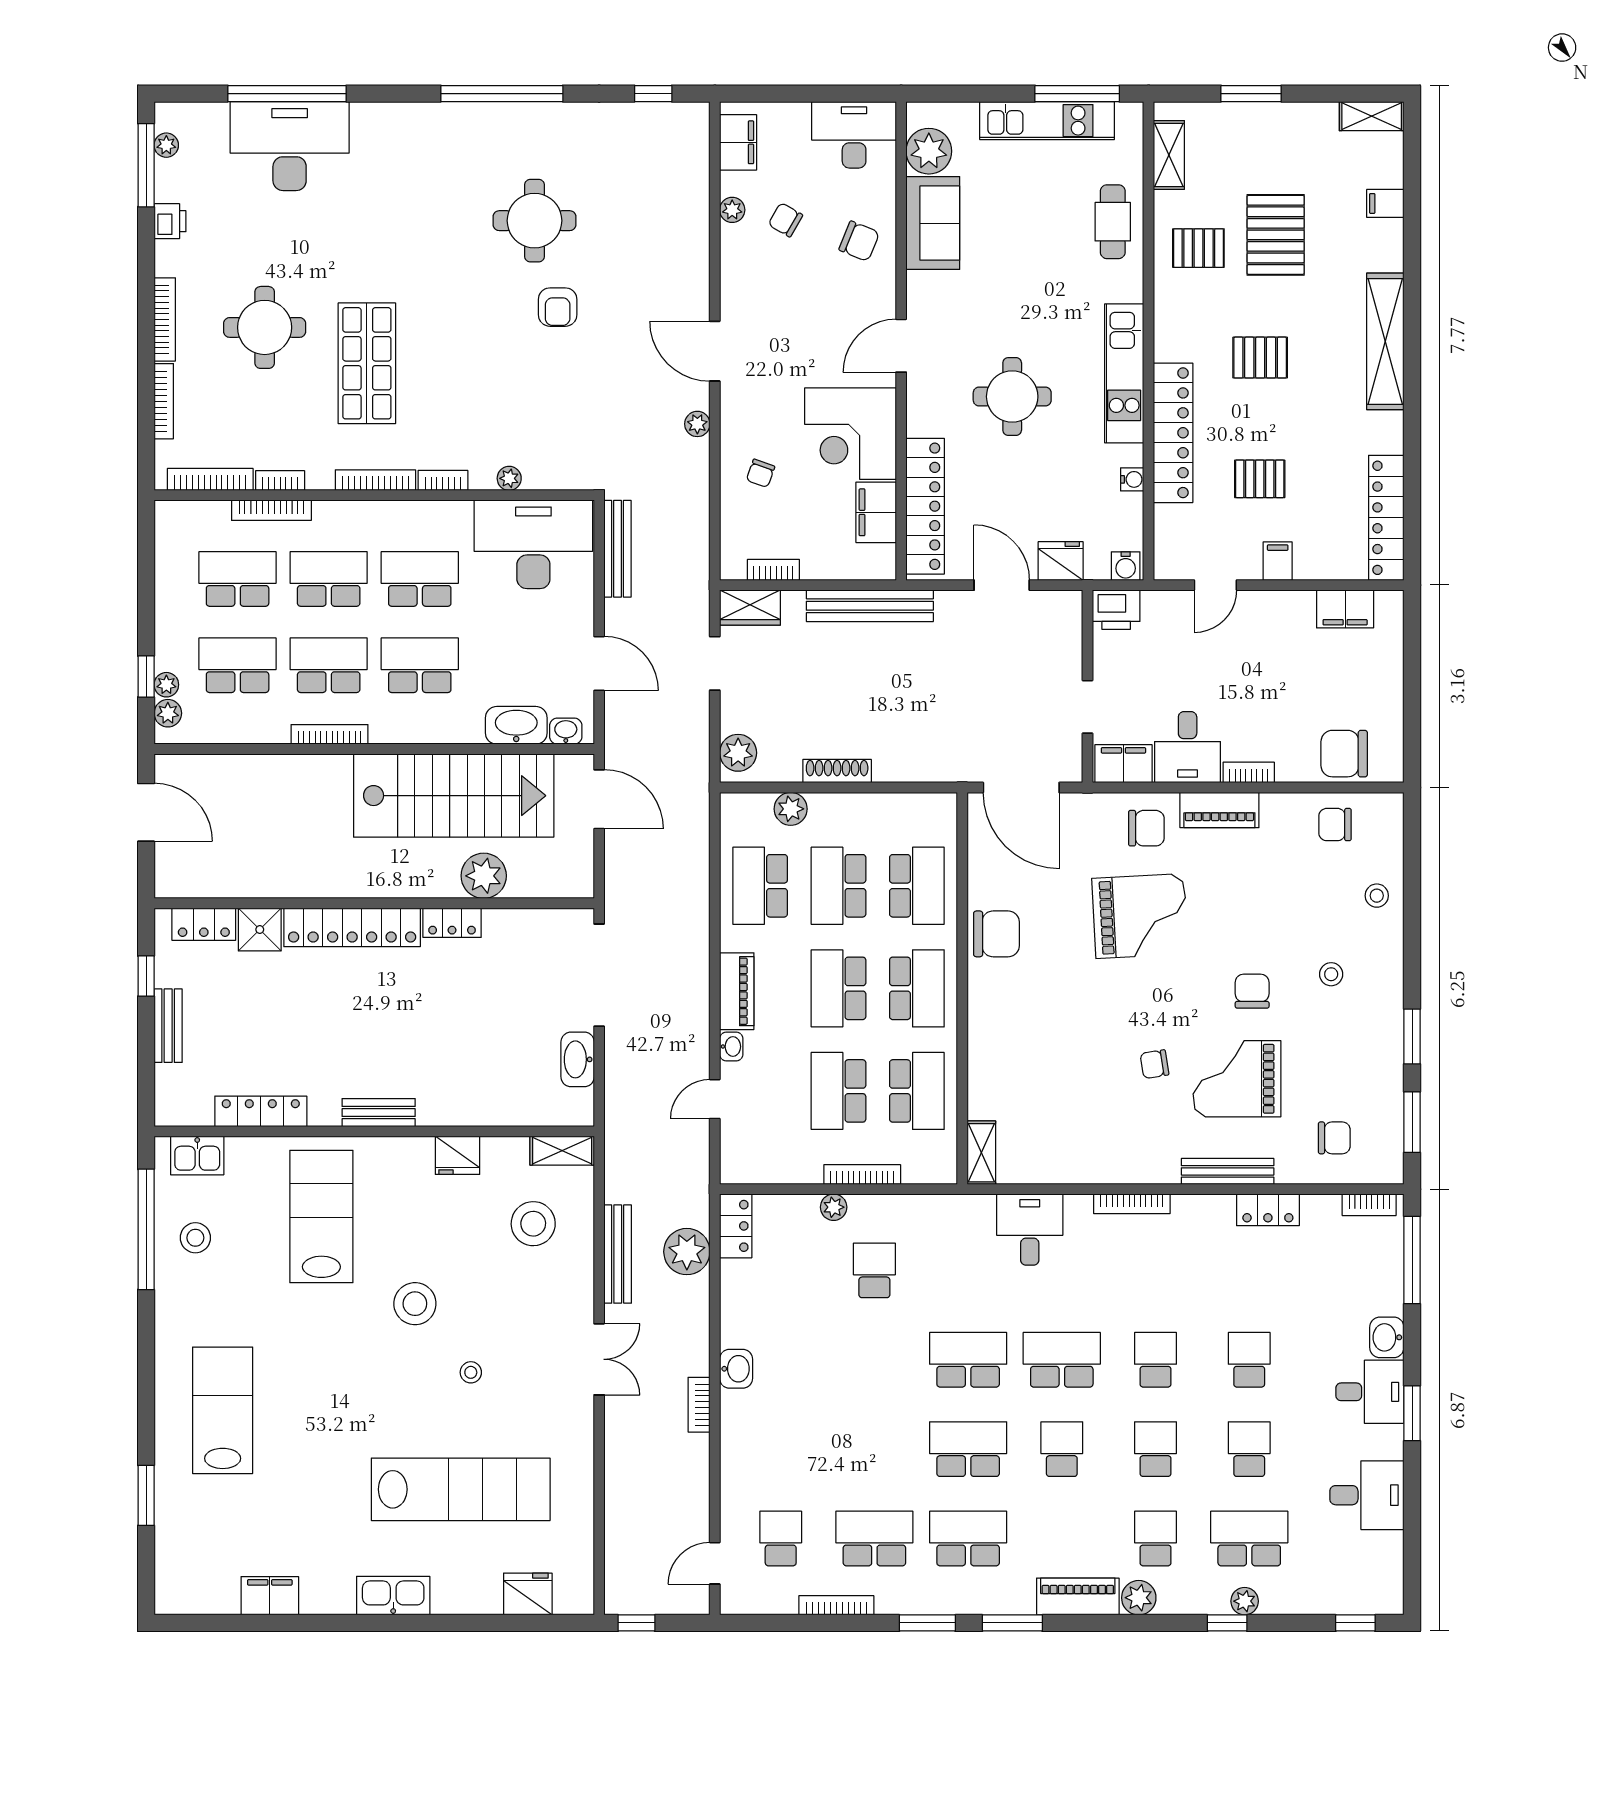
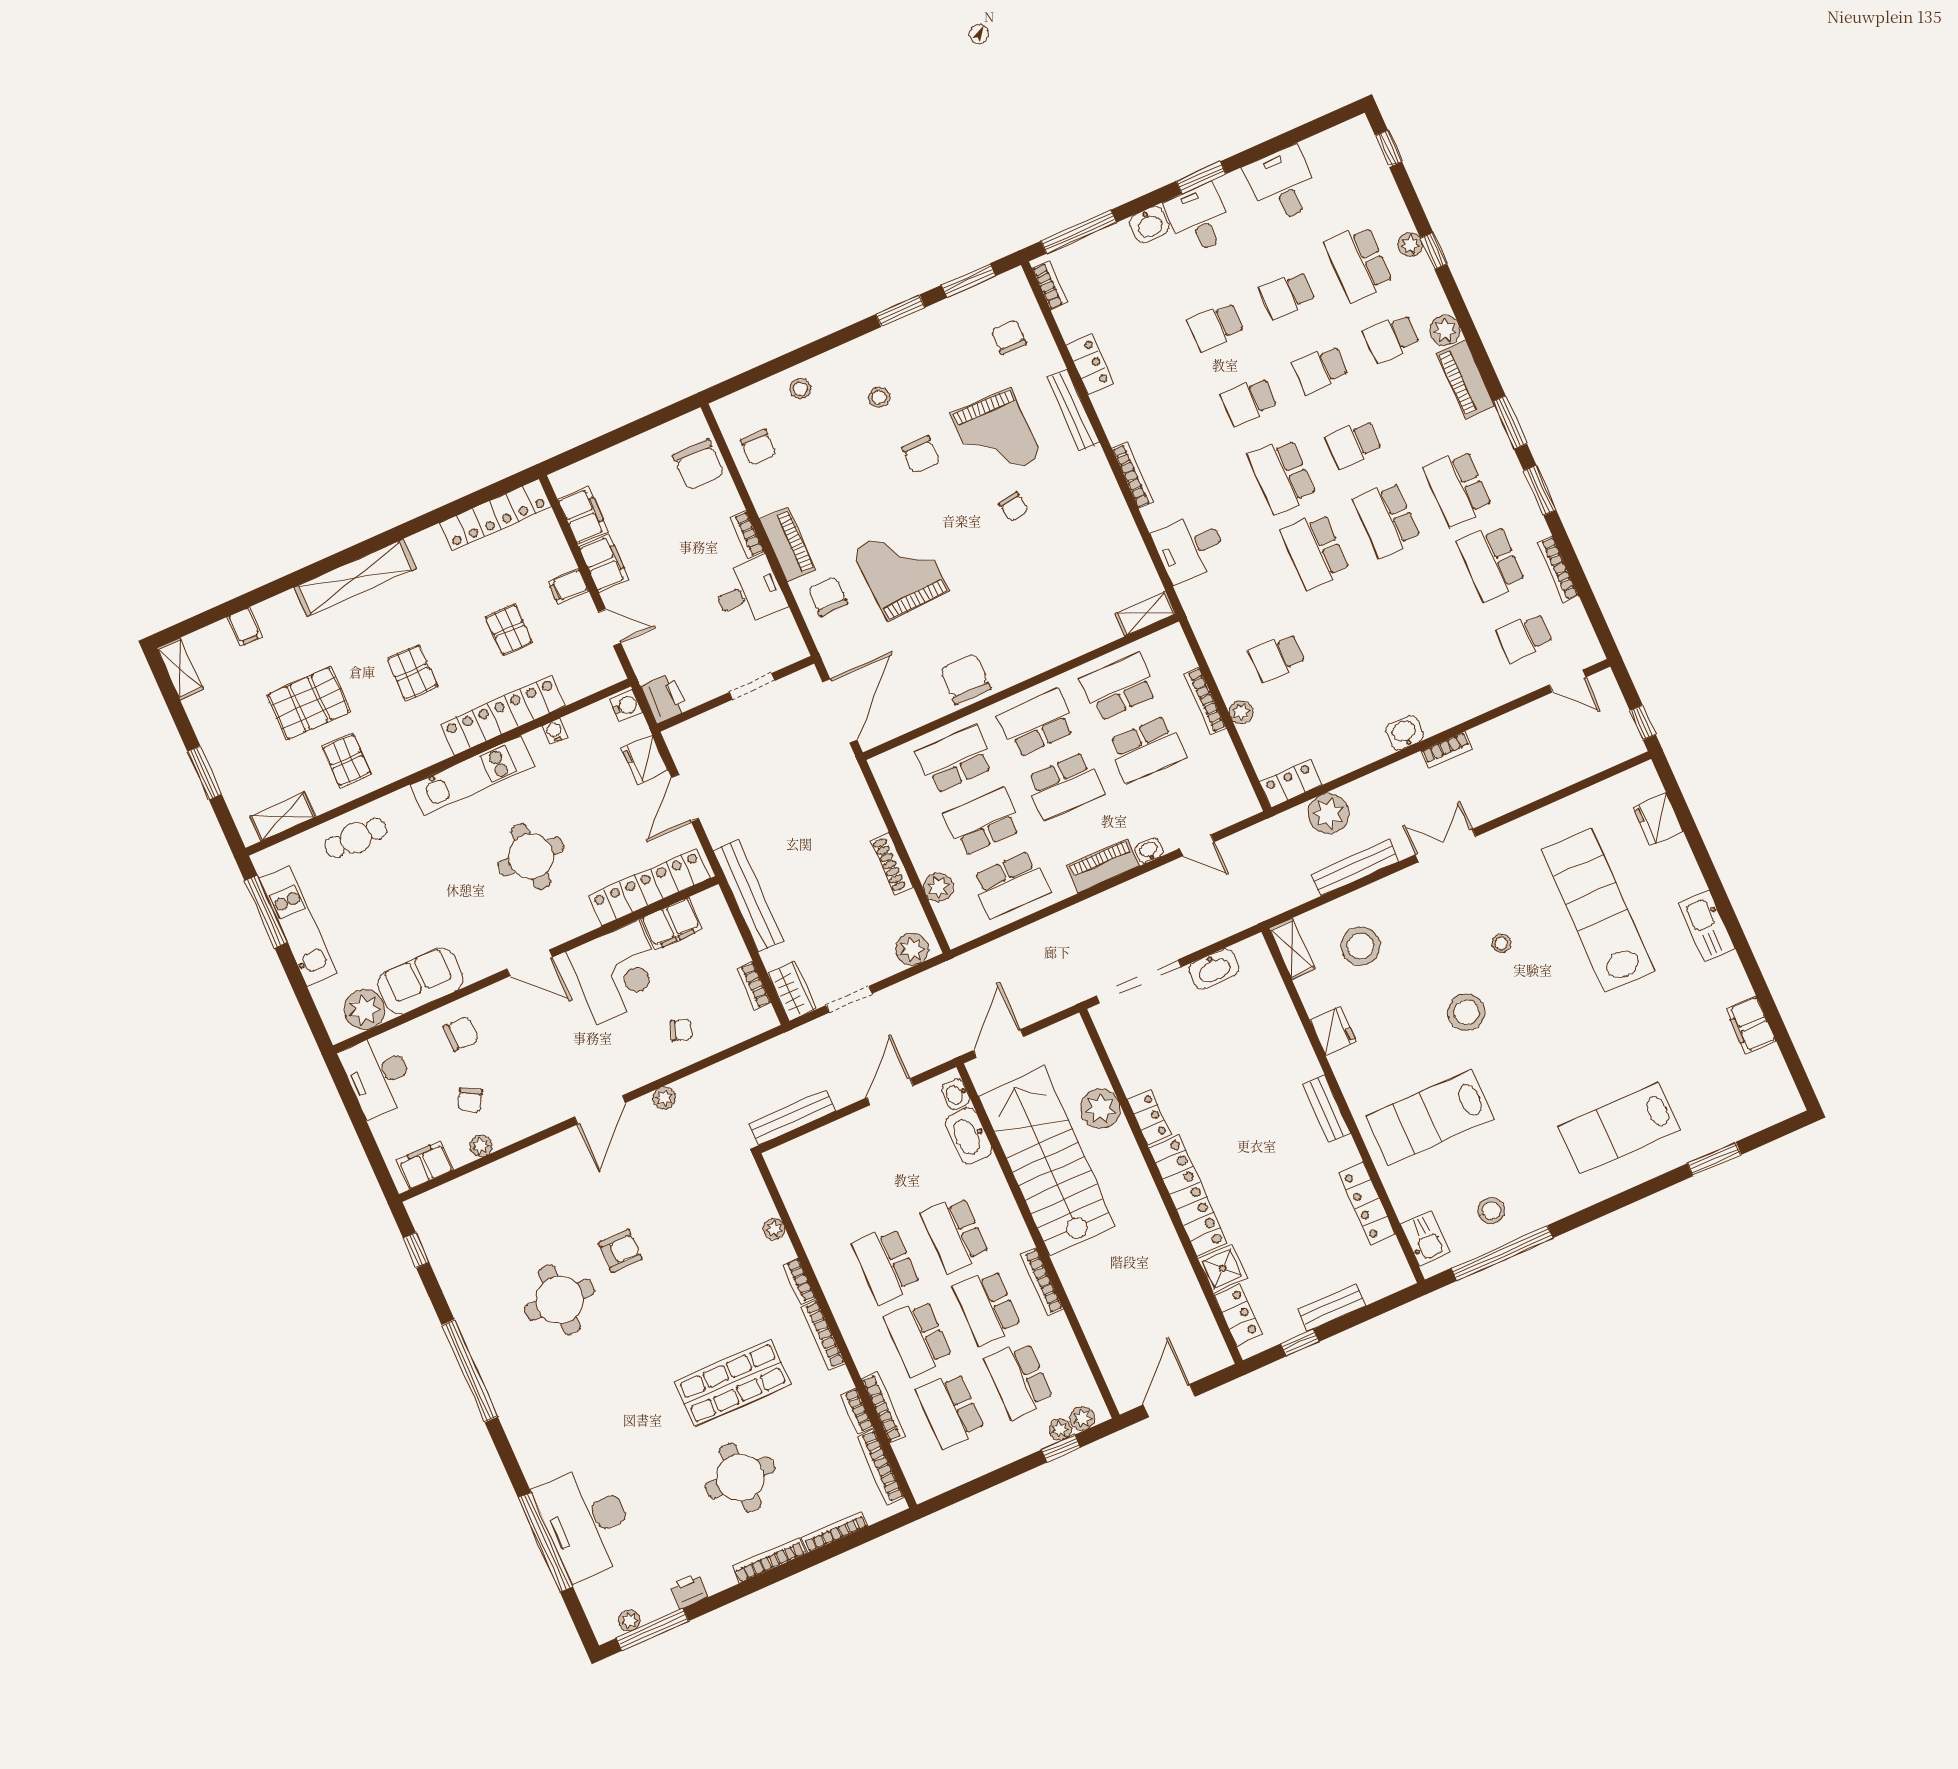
chair: (859, 241) -> (461, 1033), turned 68
desk: (533, 544) -> (818, 1186), removed
filing cabinet: (1123, 764) -> (604, 563), moved, turned 180
school desk: (838, 886) -> (983, 822), turned 180
chair: (1252, 991) -> (921, 454), turned -90

